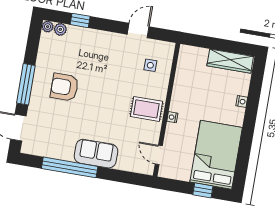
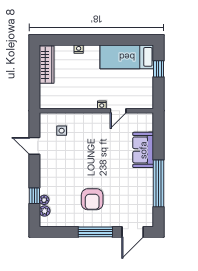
plant: (48, 27) -> (44, 200), moved
rug: (146, 109) -> (99, 128), removed
sofa: (96, 154) -> (143, 150), moved
door: (159, 155) -> (118, 111), moved
bed: (216, 155) -> (127, 57), width x0.67

